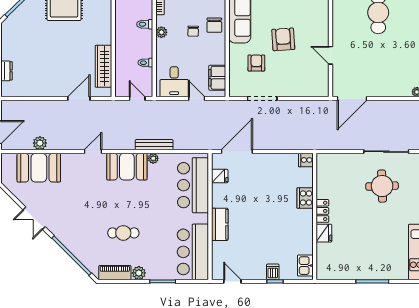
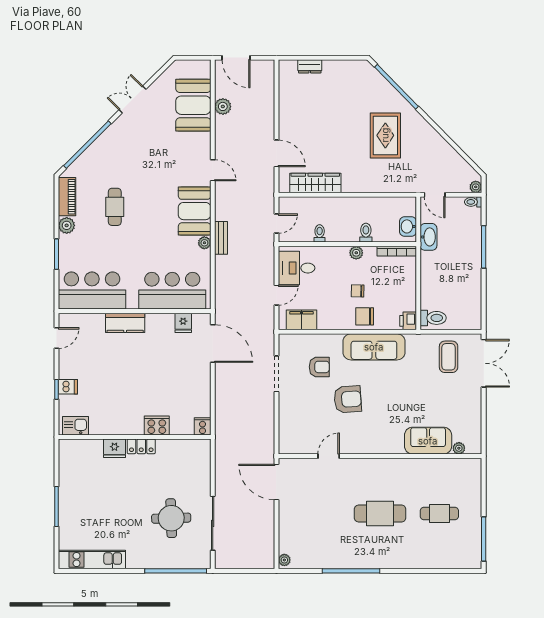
bench: (154, 145) -> (221, 238), width x0.73

